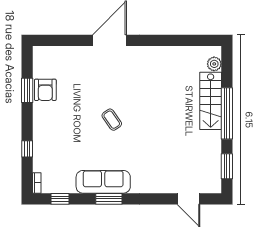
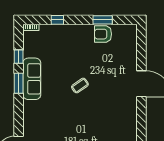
window: (60, 199) -> (19, 57), moved

